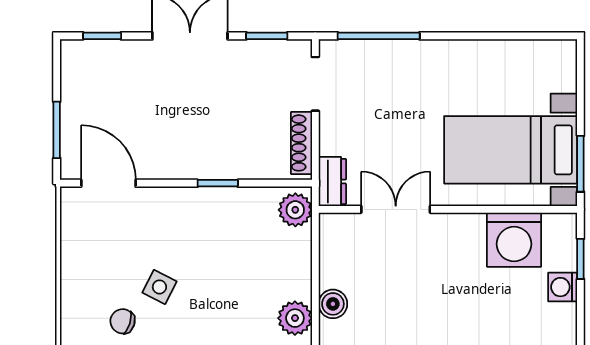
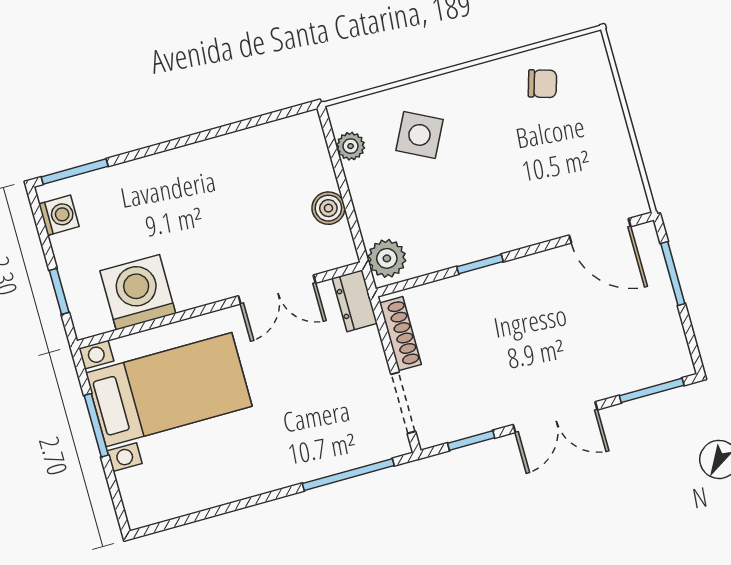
window: (102, 36) -> (652, 390), width x1.50
window: (580, 164) -> (96, 425), moved
side table: (159, 287) -> (419, 135), moved, width x1.37, depth x1.37
washing machine: (563, 287) -> (59, 215), moved
boiler: (333, 304) -> (328, 208), moved
plant: (295, 318) -> (351, 146), width x0.73, depth x0.73

